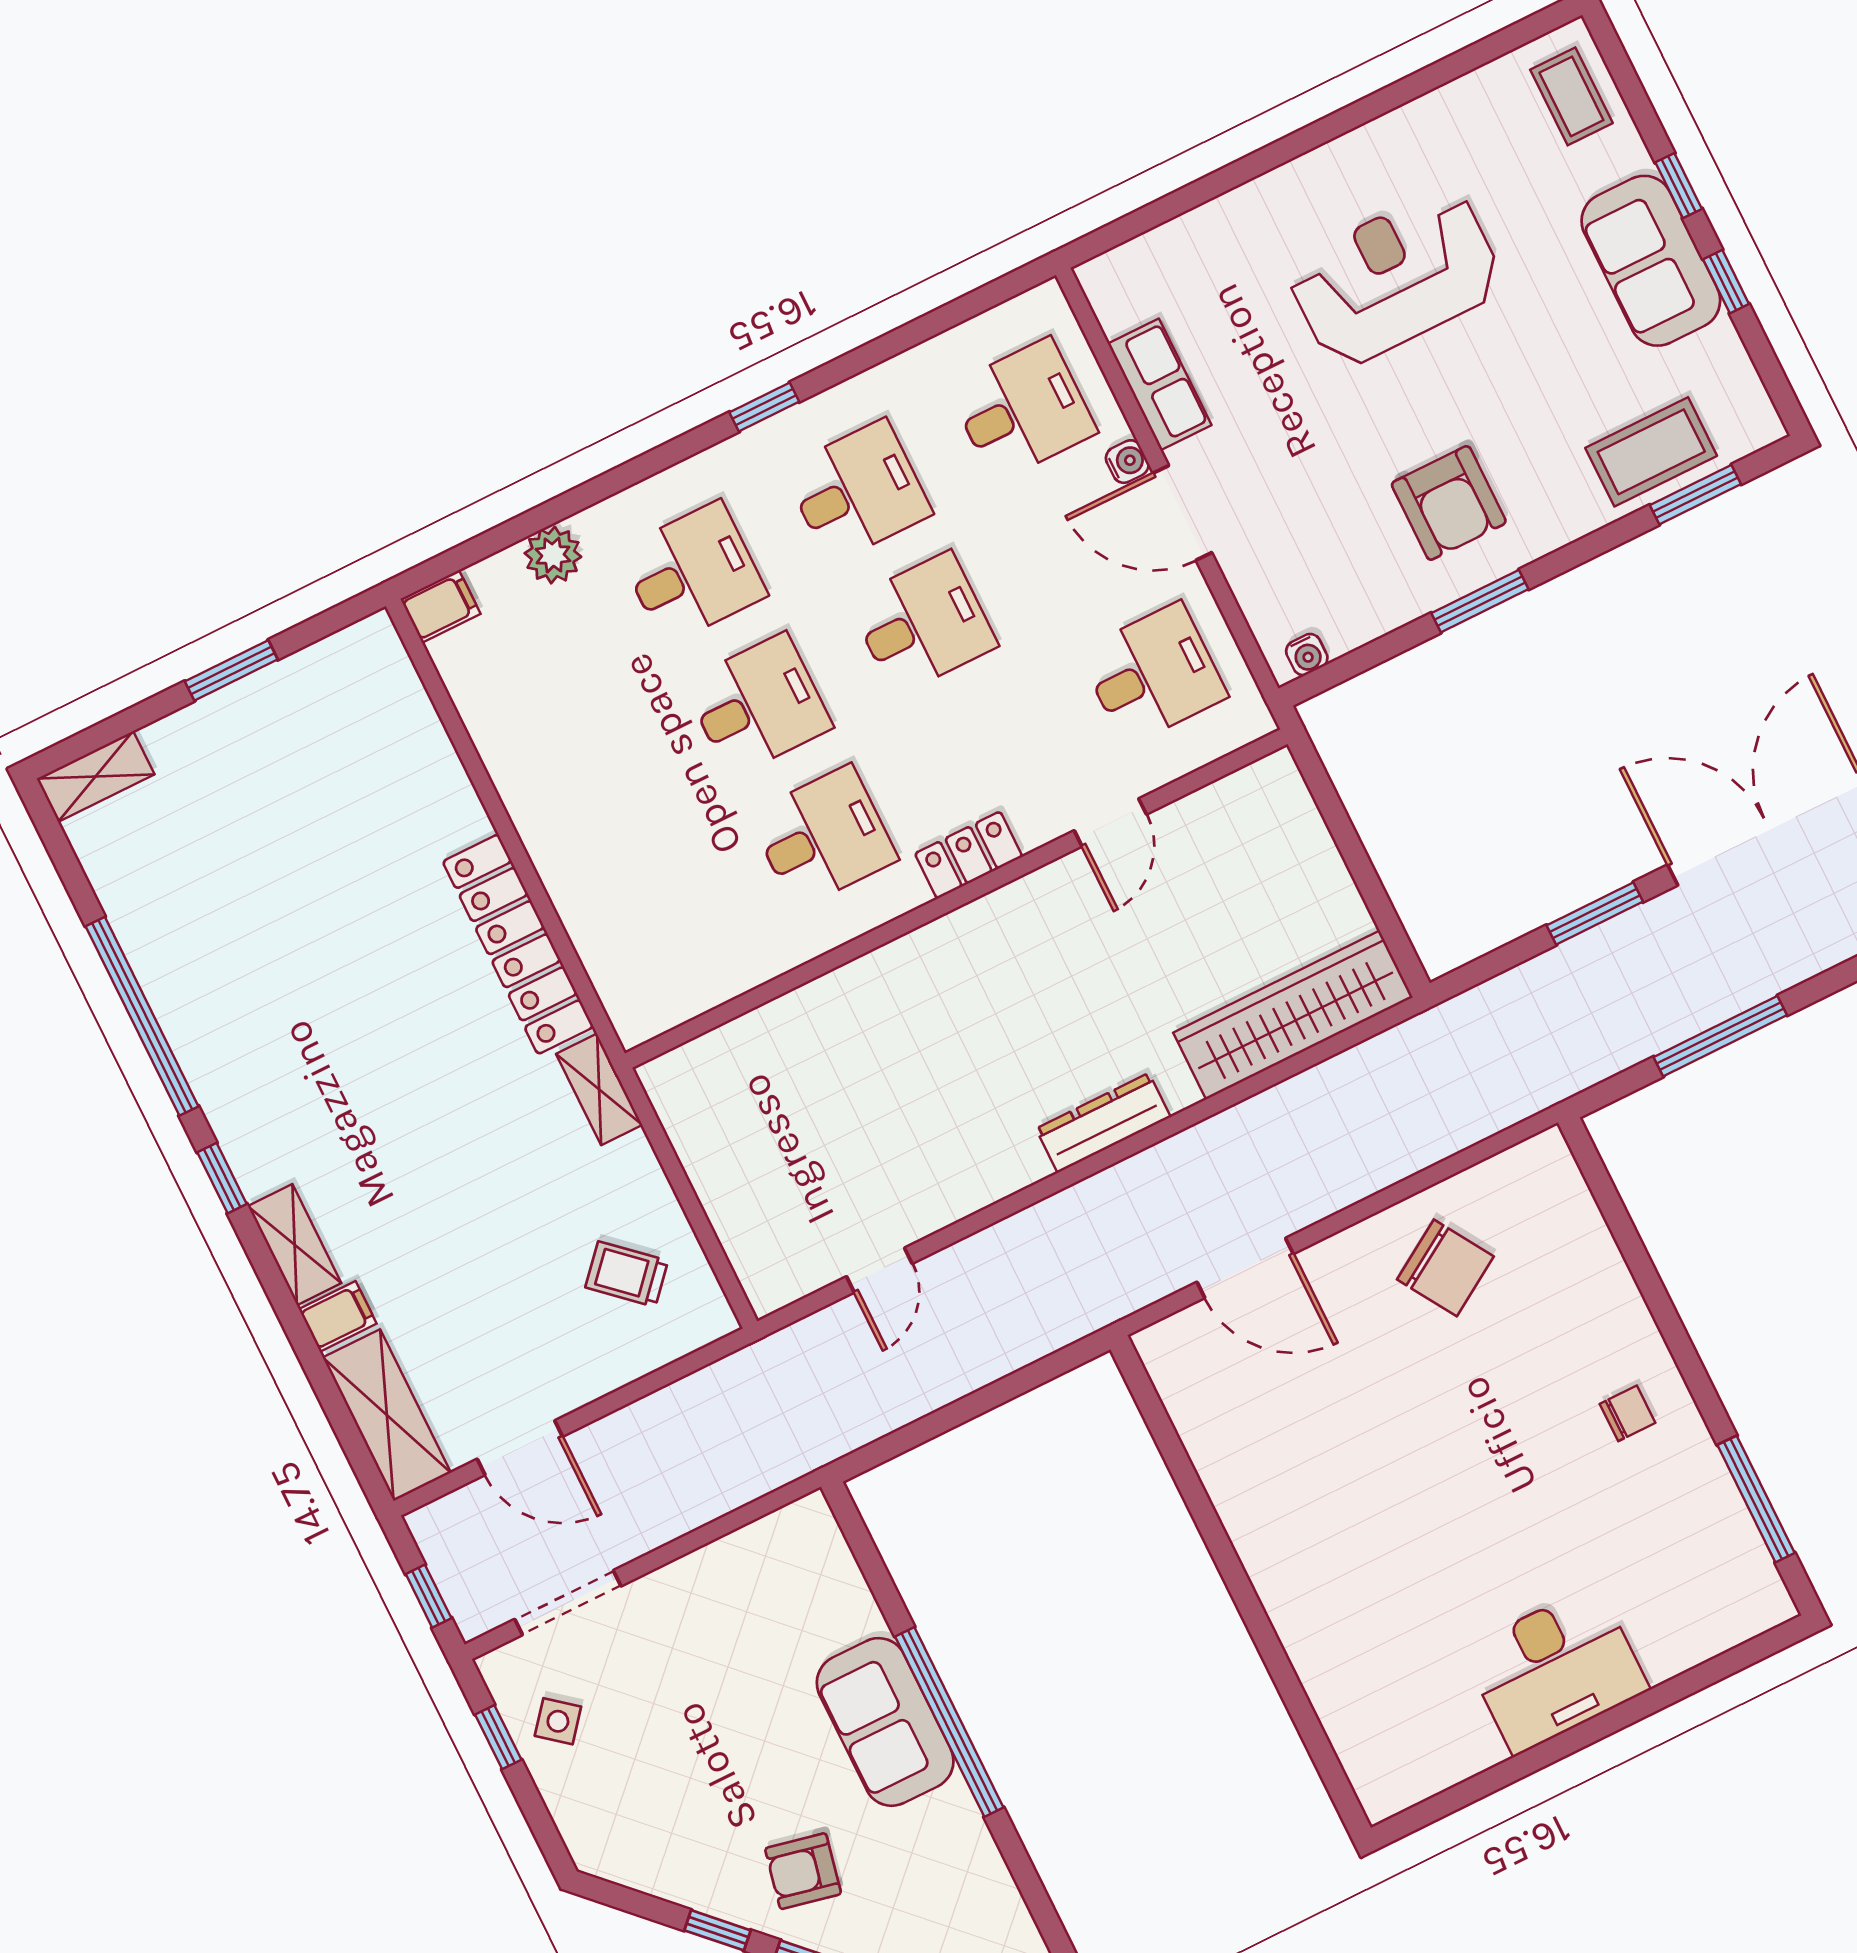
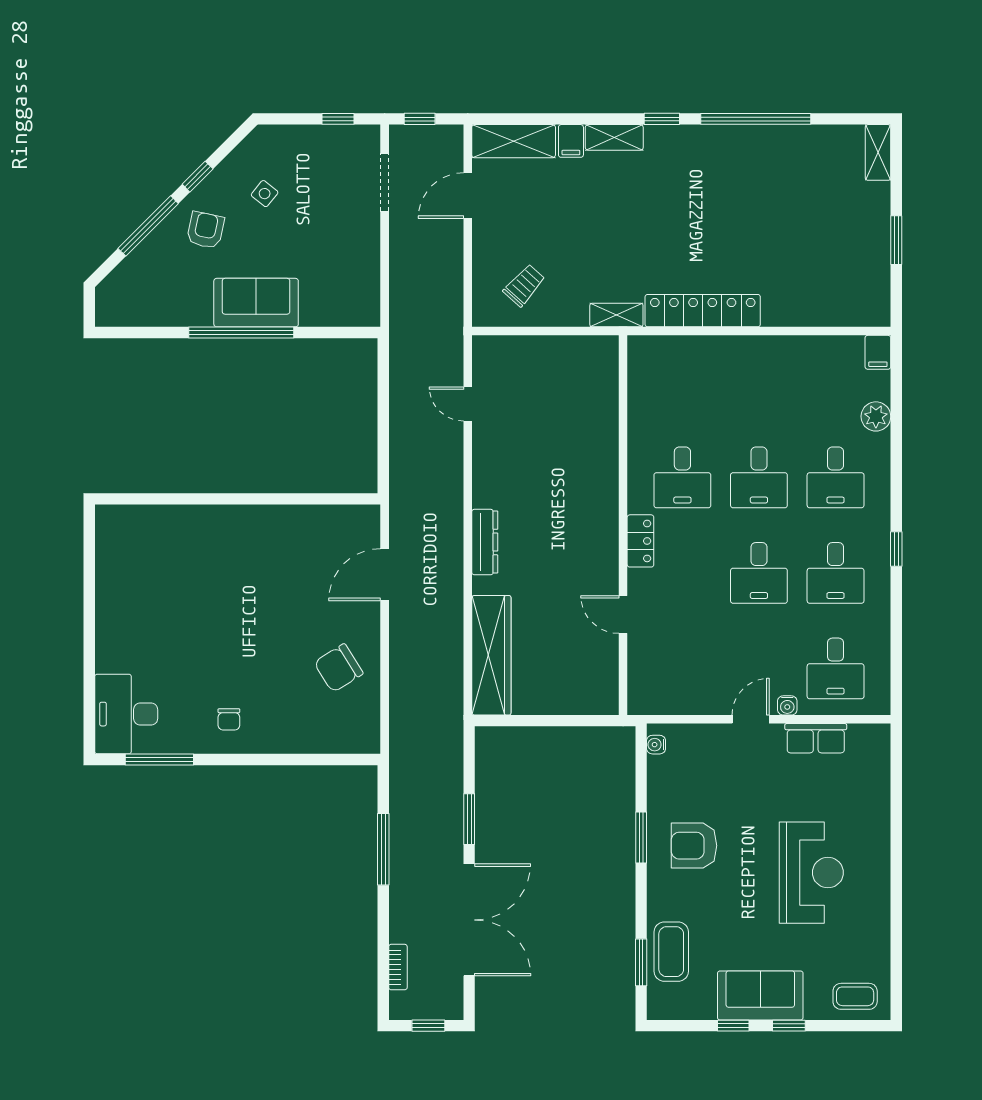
door: (1182, 513) -> (751, 719), width x0.73
desk: (1153, 674) -> (682, 668), removed
desk: (1555, 1669) -> (126, 714), moved
side table: (558, 1721) -> (265, 194), moved

